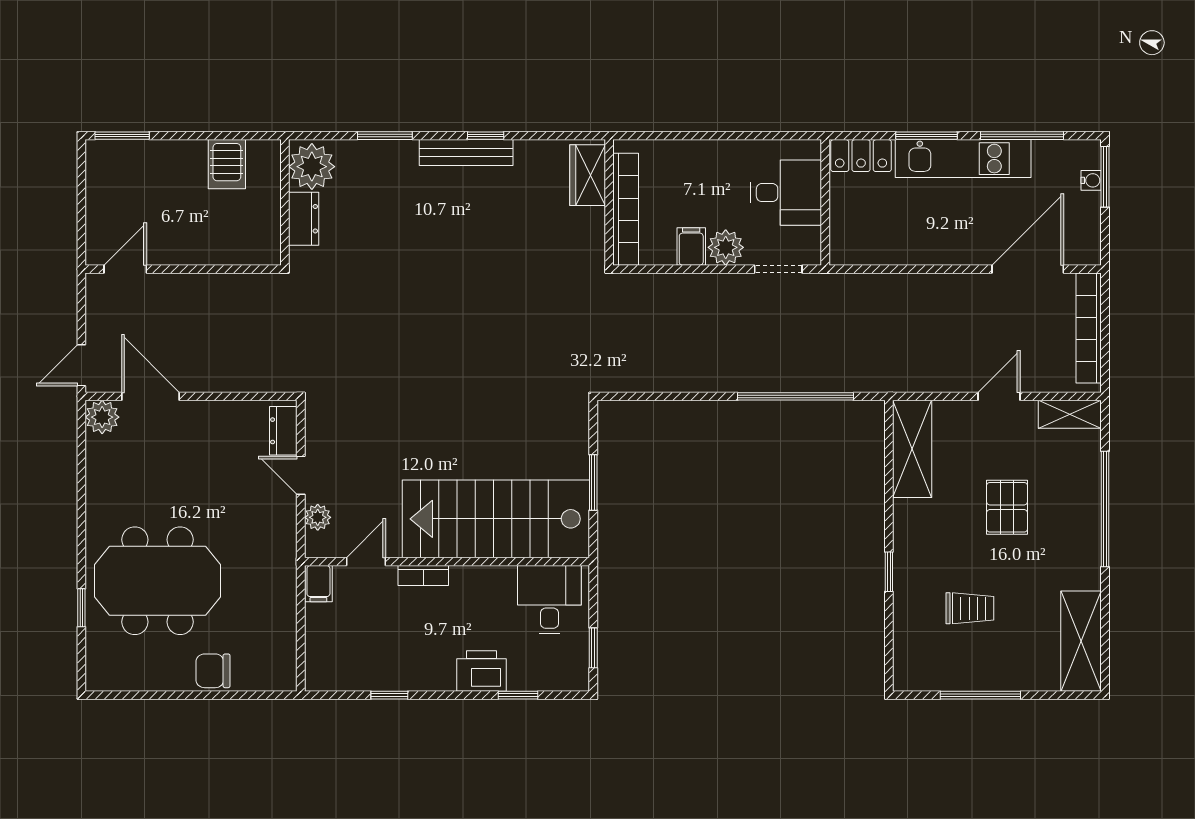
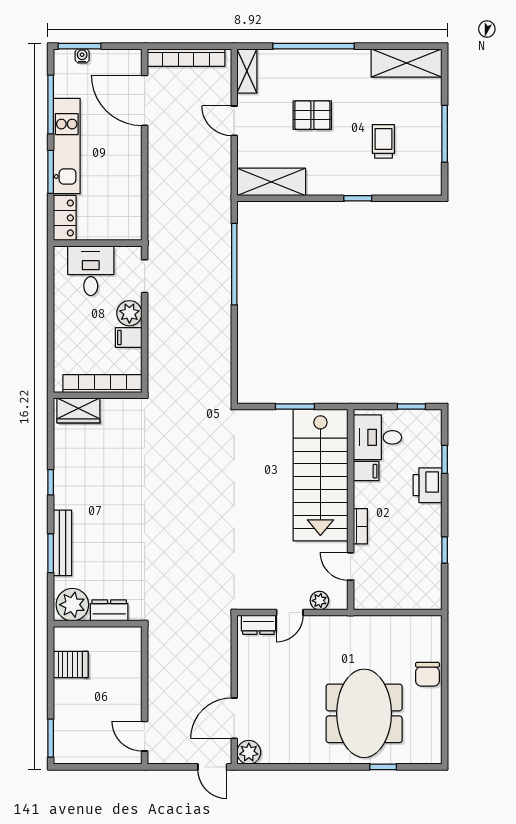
bench: (466, 153) -> (63, 543), moved
filing cabinet: (318, 584) -> (366, 471), moved

